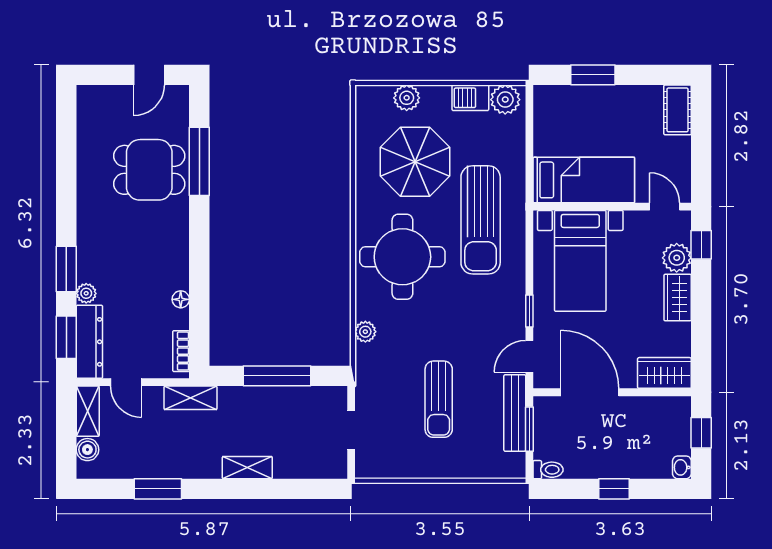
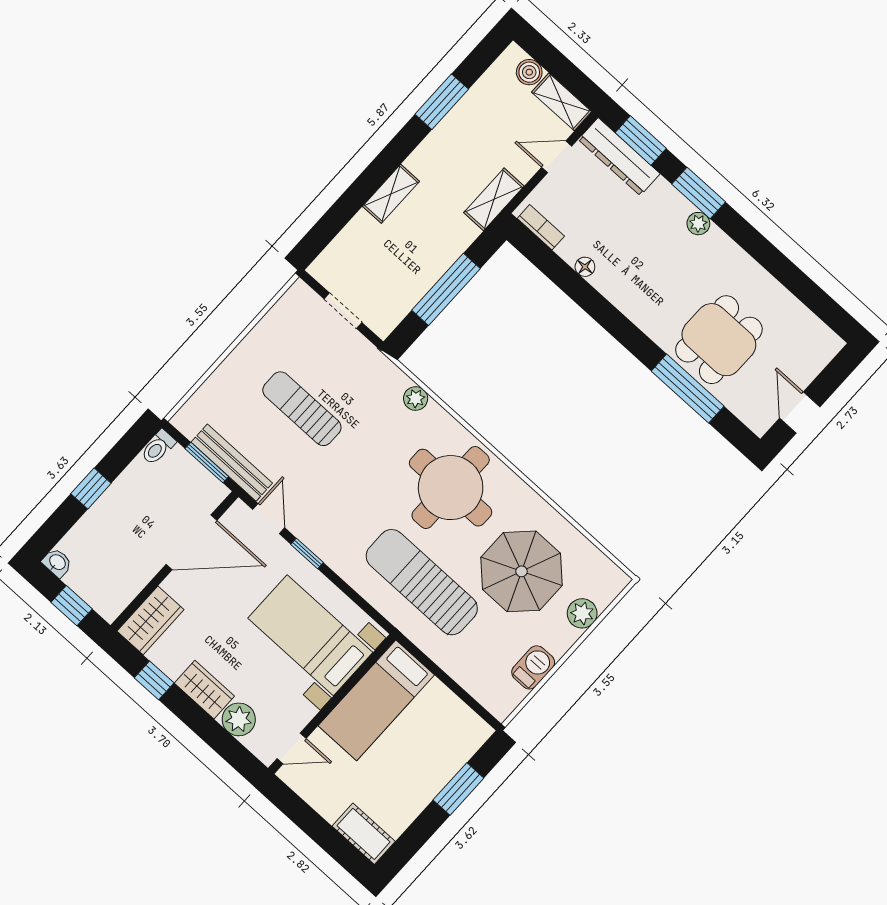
plant: (505, 100) -> (505, 696), removed
window: (701, 245) -> (154, 680), moved
plant: (86, 293) -> (698, 224), moved

